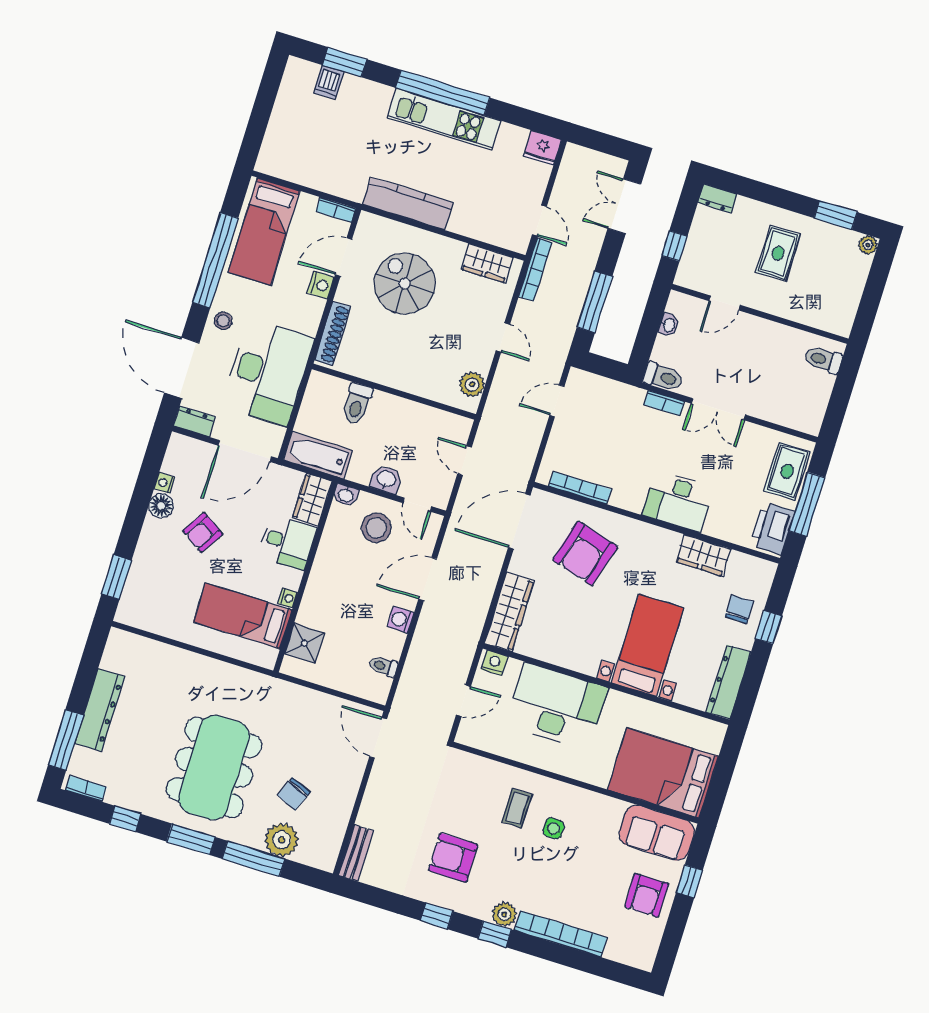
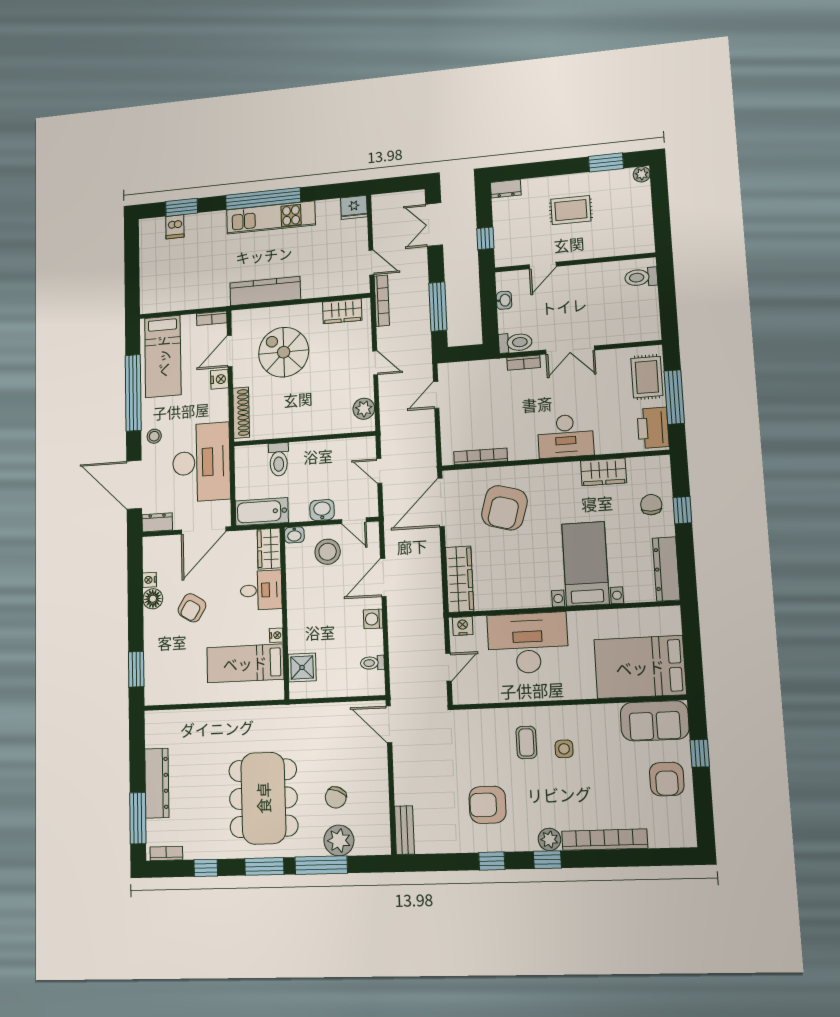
rug: (778, 253) -> (571, 210), turned 90

